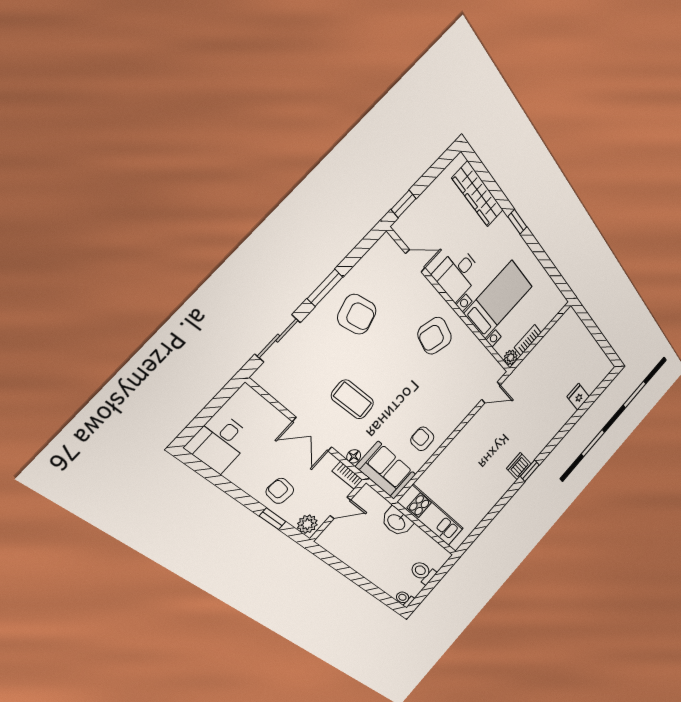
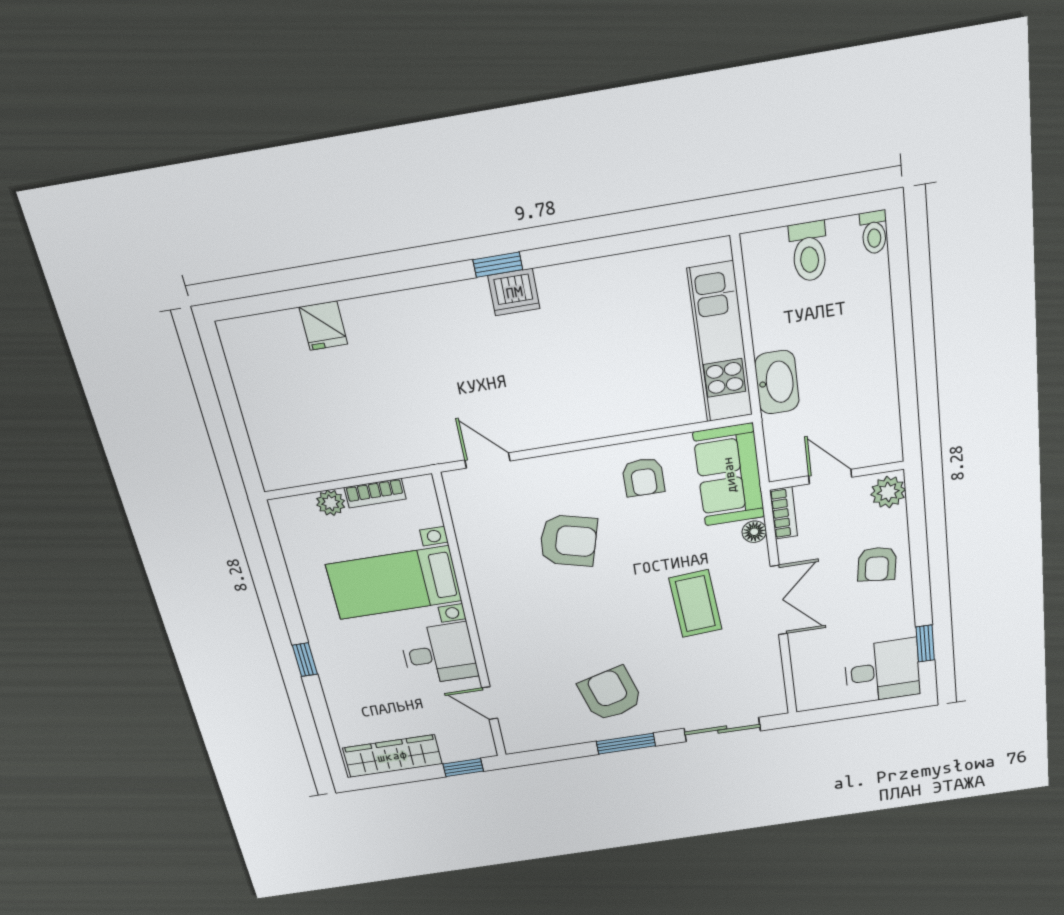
wardrobe: (478, 194) -> (392, 756), moved, turned -90
armchair: (435, 336) -> (568, 541), moved
plant: (511, 357) -> (331, 503), moved
window: (273, 519) -> (925, 643), moved

